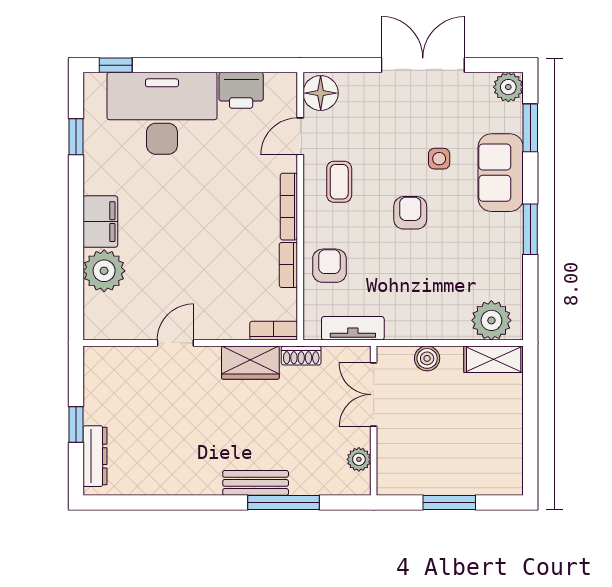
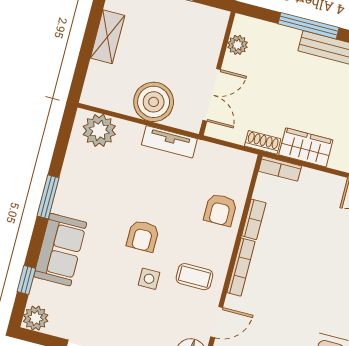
window: (530, 128) -> (26, 280), width x0.67
side table: (439, 159) -> (149, 279), moved
coffee table: (339, 182) -> (194, 277), turned 90
tv unit: (353, 328) -> (169, 142), moved
boiler: (427, 358) -> (154, 102), width x1.86, depth x1.86
shelving: (494, 359) -> (108, 37), moved, turned 90

